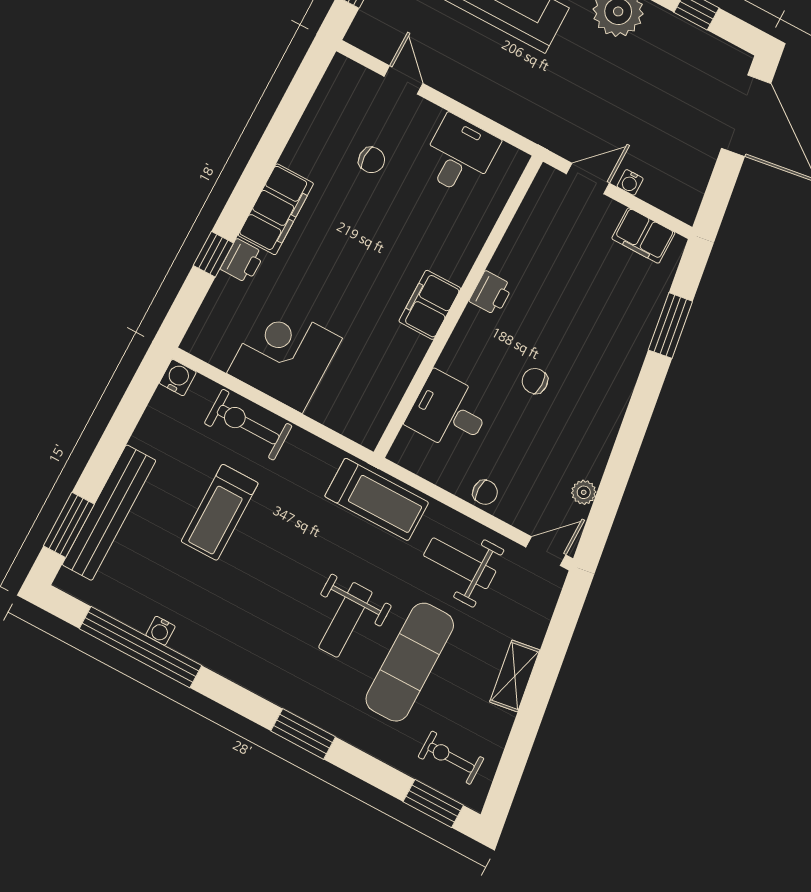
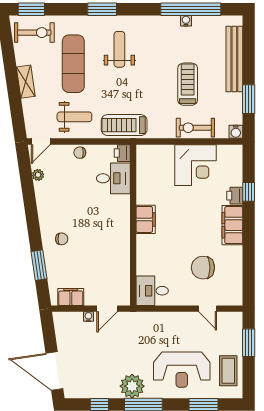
desk: (459, 155) -> (152, 291), moved, turned 90
chair: (372, 160) -> (203, 268), width x1.87, depth x1.87
printer: (491, 293) -> (122, 153), moved
chair: (535, 381) -> (62, 239), moved
exercise bike: (248, 425) -> (195, 128), turned 180
window: (69, 525) -> (249, 99), moved
weight bench: (345, 620) -> (119, 49), moved
exercise bike: (451, 758) -> (34, 33), width x1.38, depth x1.39

